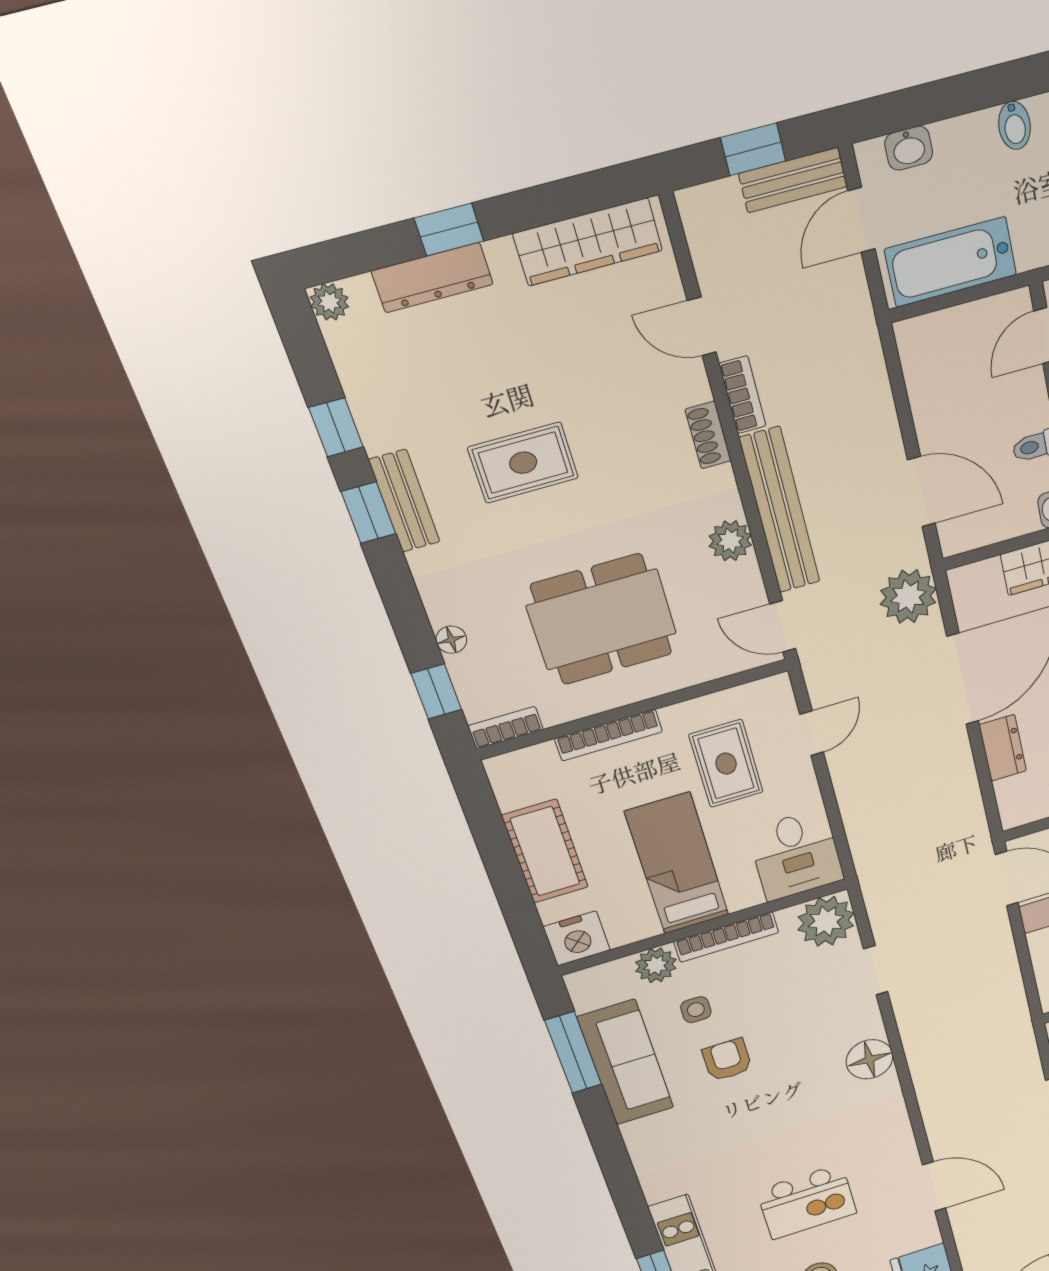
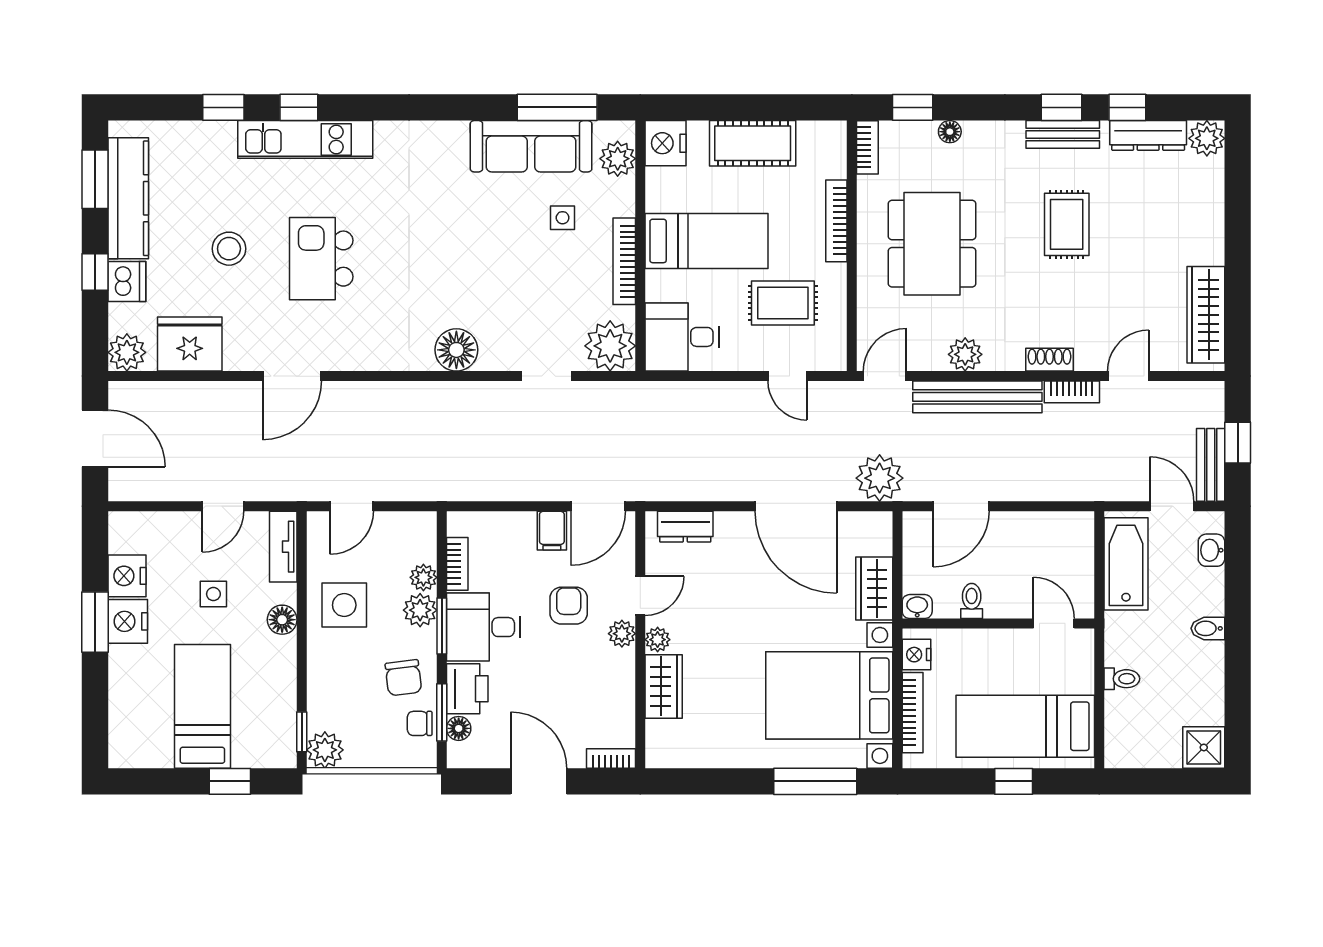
window: (449, 230) -> (1238, 226), removed
dresser: (432, 278) -> (1148, 135), moved, turned -90
plant: (329, 302) -> (1207, 138), width x1.38, depth x1.38
dresser: (1003, 748) -> (685, 527), moved
plant: (656, 965) -> (618, 159), moved
armchair: (727, 1060) -> (502, 230), removed

